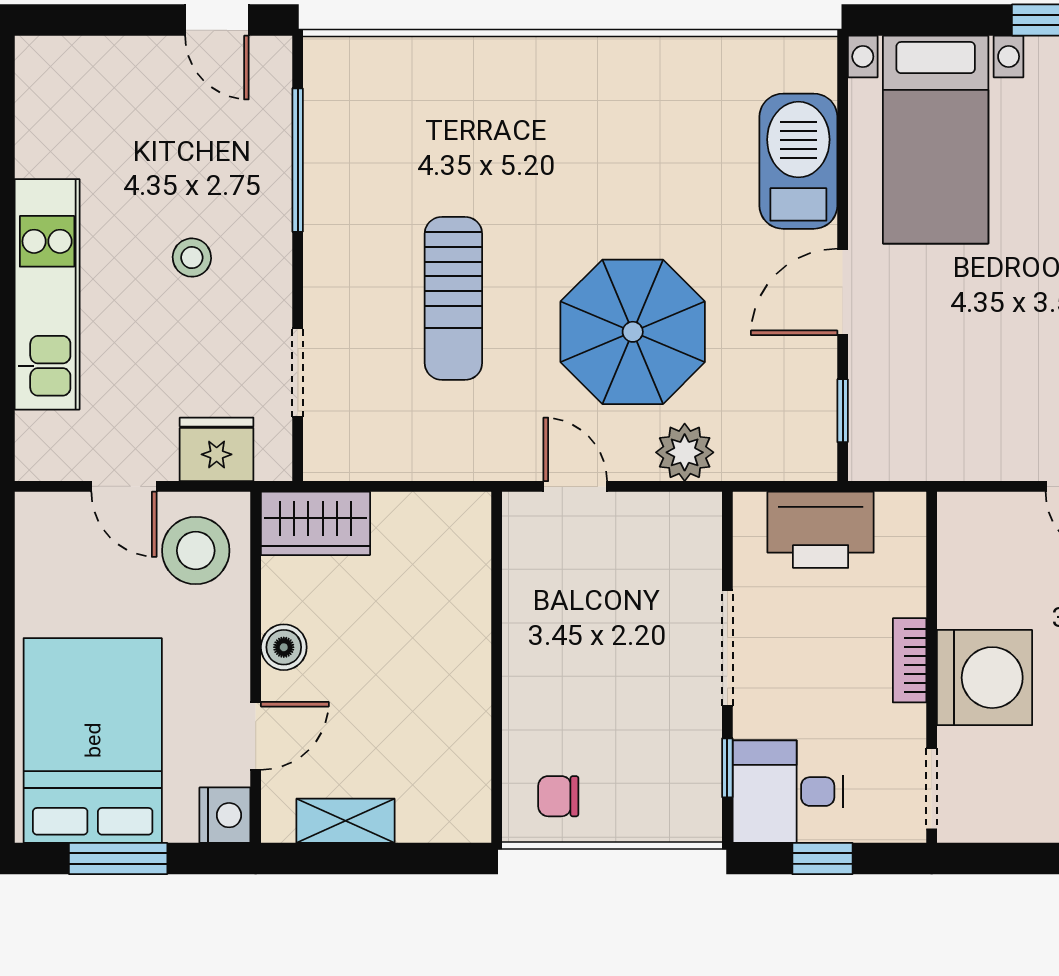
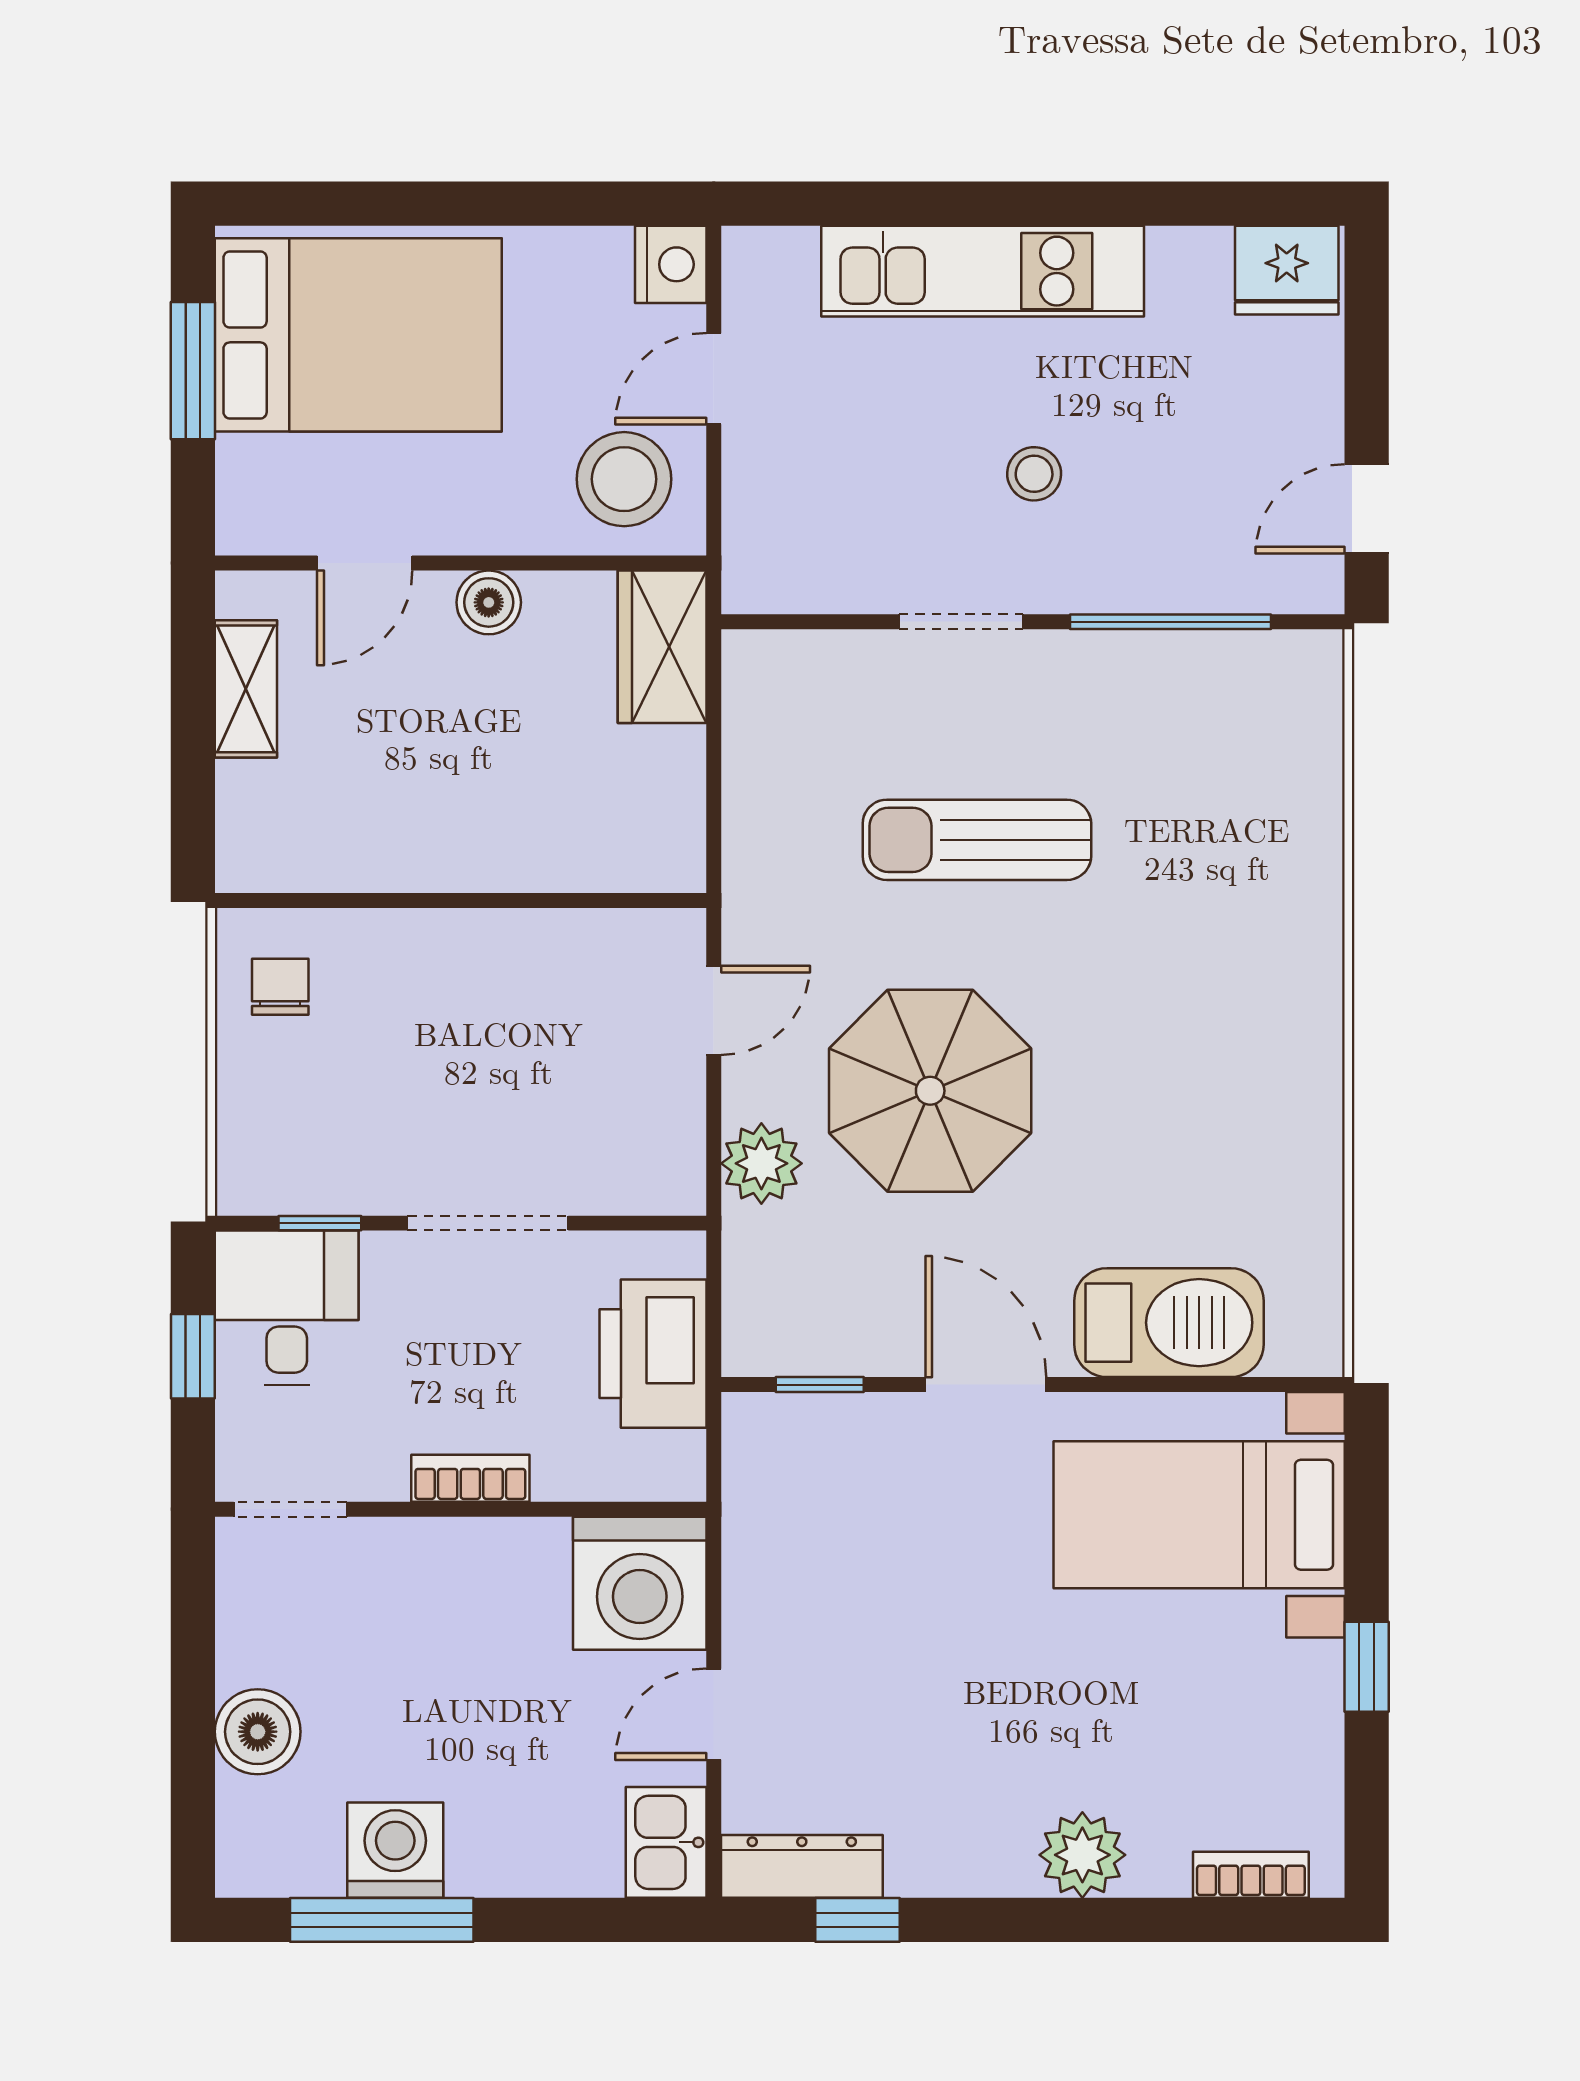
doorway: (298, 373) -> (961, 622), moved
fridge: (217, 449) -> (1287, 270), moved, turned 90
washing machine: (985, 678) -> (640, 1583), moved
door: (256, 736) -> (365, 563), hinge flipped
nightstand: (225, 815) -> (671, 264), moved, turned -90

